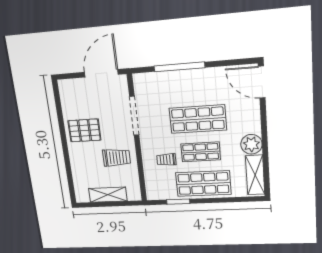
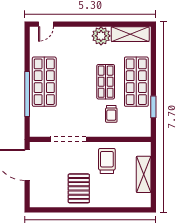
door: (262, 82) -> (46, 24), width x0.53
shop shelf: (198, 119) -> (44, 82), moved

